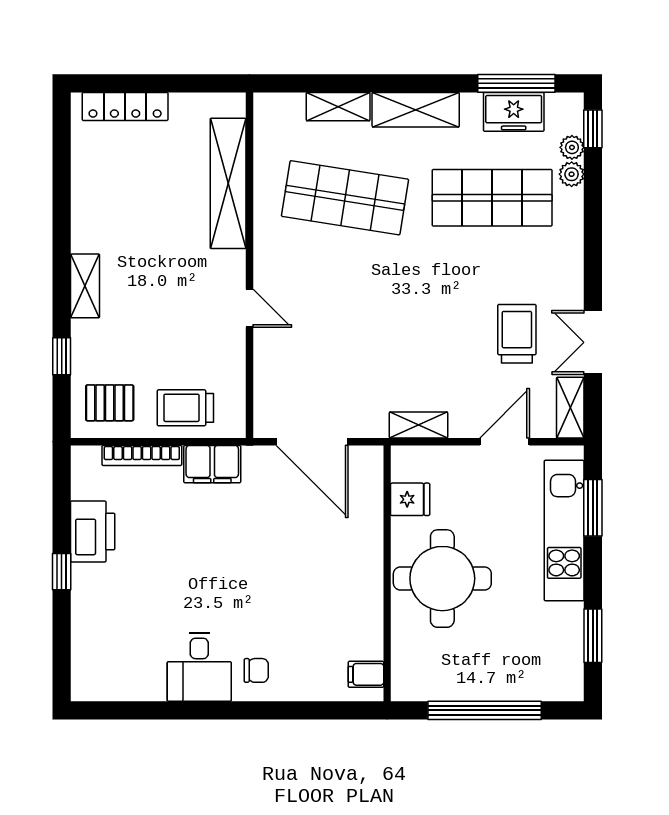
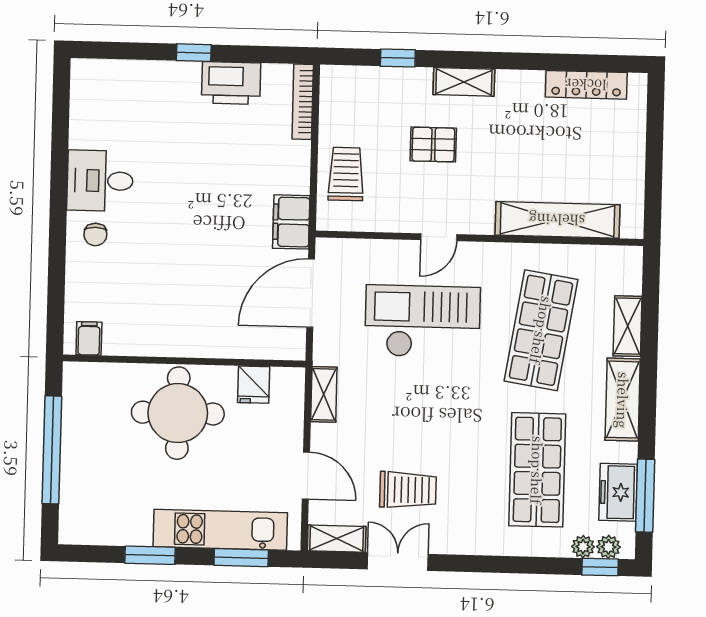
locker: (125, 106) -> (586, 85), moved, turned -90
plant: (572, 174) -> (608, 547), moved
checkout: (339, 323) -> (422, 321), added
pallet: (110, 403) -> (433, 145), moved, turned 90
bookcase: (142, 455) -> (303, 102), moved
filing cabinet: (212, 464) -> (291, 222), moved
window: (593, 636) -> (150, 555), moved

